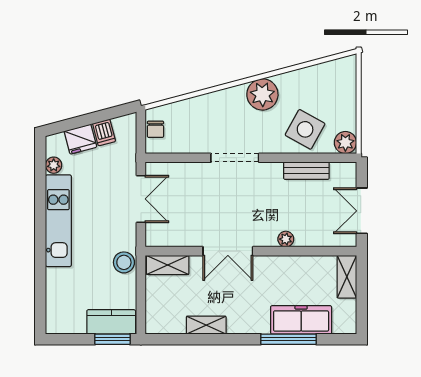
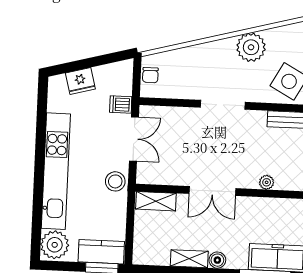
dishwasher: (104, 132) -> (121, 105), moved, turned 105
plant: (54, 165) -> (55, 245), moved, width x1.87, depth x1.87
kitchen unit: (58, 221) -> (56, 171), width x1.36
stool: (124, 262) -> (115, 181), moved
boiler: (237, 325) -> (217, 260), added

